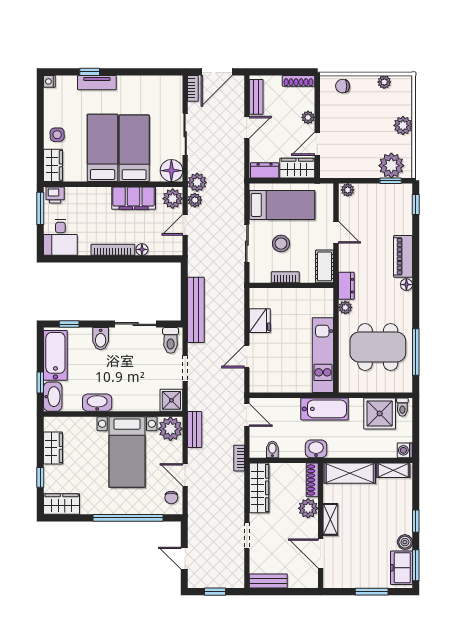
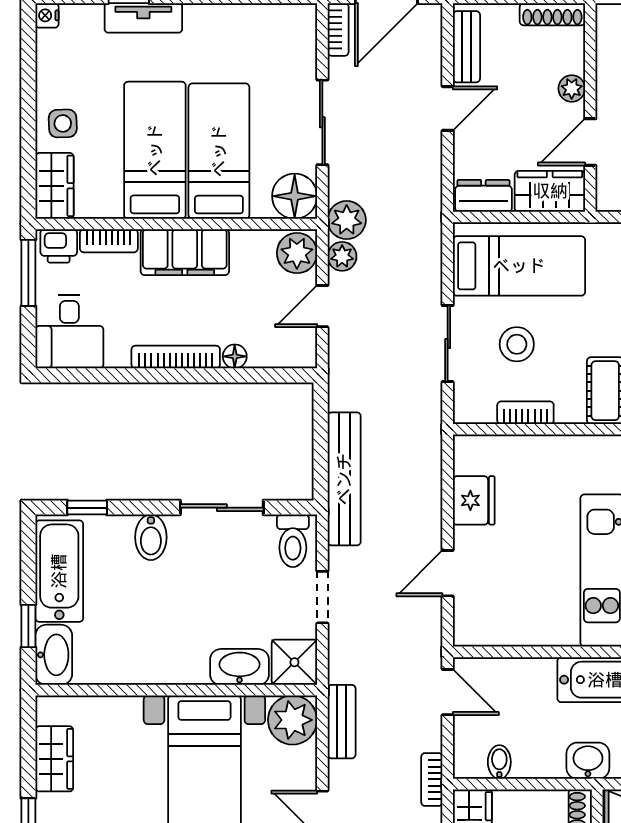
bookcase: (80, 193) -> (109, 241), added
filing cabinet: (134, 198) -> (185, 252), moved
washbasin: (97, 403) -> (240, 667), moved

